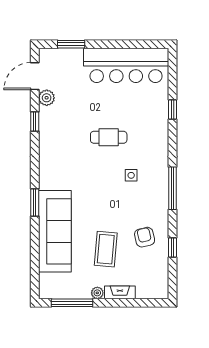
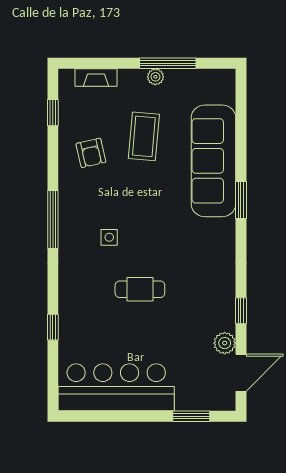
window: (172, 248) -> (53, 113), moved
fireplace: (120, 292) -> (96, 77), moved
window: (72, 303) -> (168, 63), moved

